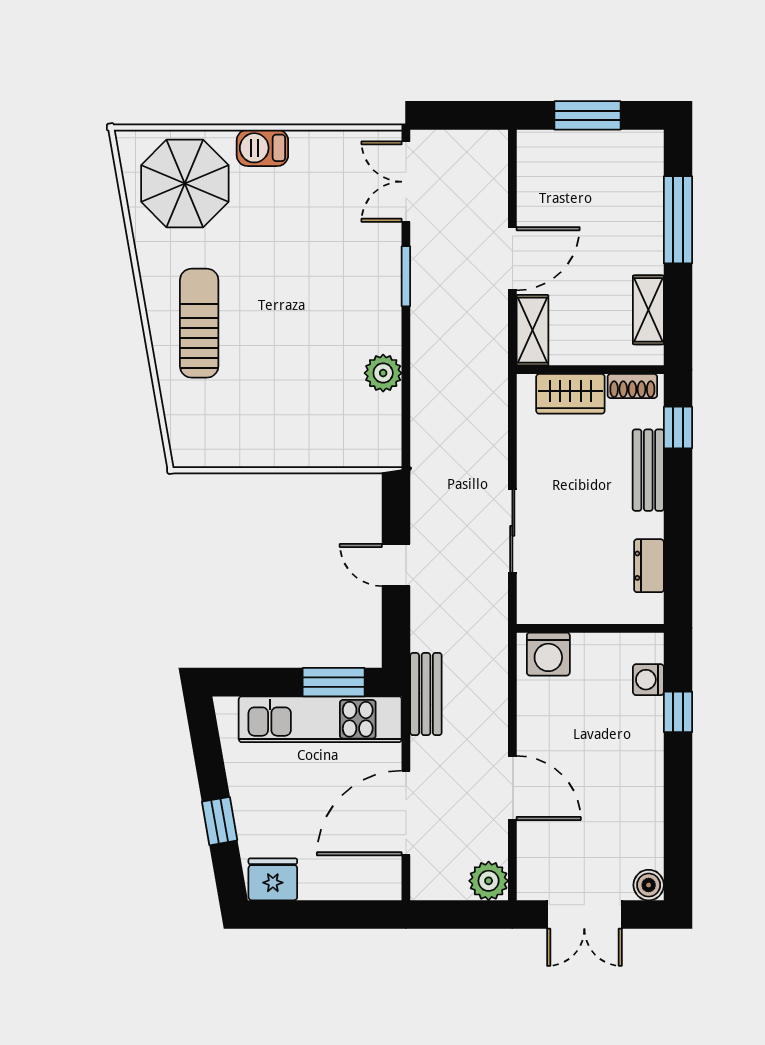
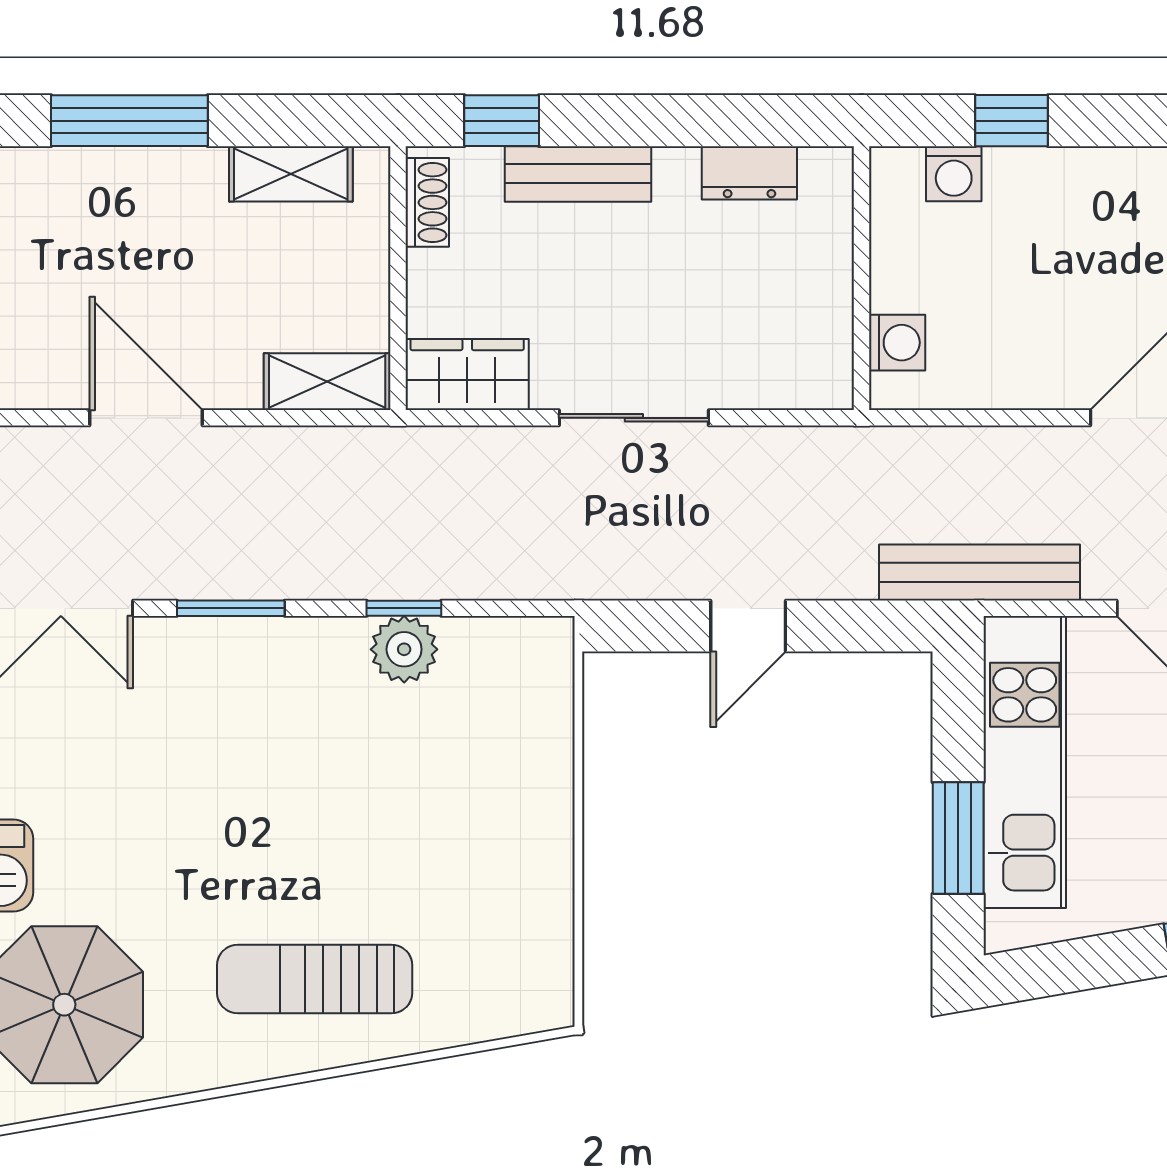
door: (512, 259) -> (146, 418), moved
window: (406, 373) -> (404, 608), added
wardrobe: (570, 394) -> (467, 375), moved, turned -90
sliding door: (512, 531) -> (634, 418), moved
washing machine: (548, 654) -> (897, 343), width x0.73, depth x0.73
window: (334, 682) -> (958, 838), moved
bench: (426, 694) -> (980, 572), width x1.36

